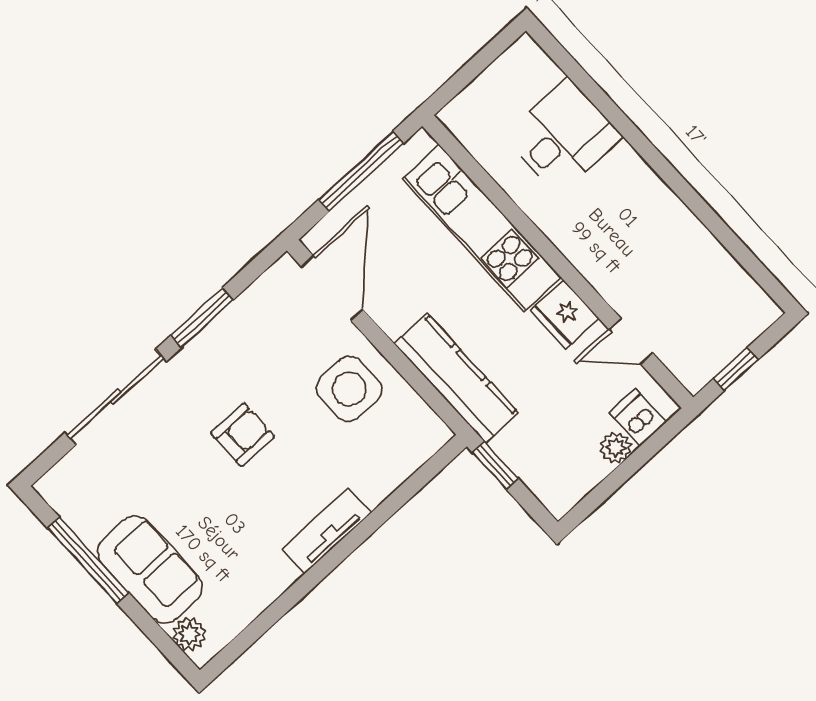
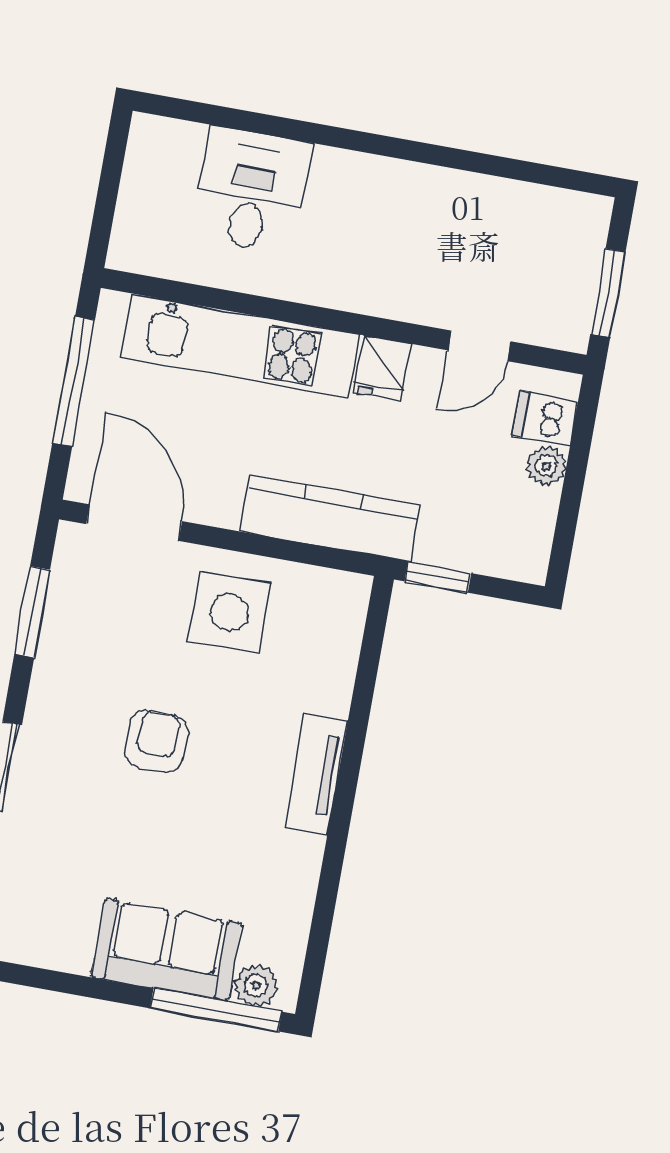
fridge: (565, 314) -> (382, 368), width x0.72
window: (202, 318) -> (32, 612), moved
window: (736, 369) -> (608, 293), width x1.50
window: (88, 560) -> (216, 1010), moved

